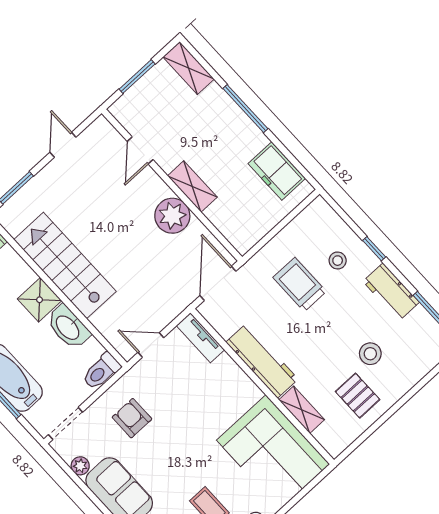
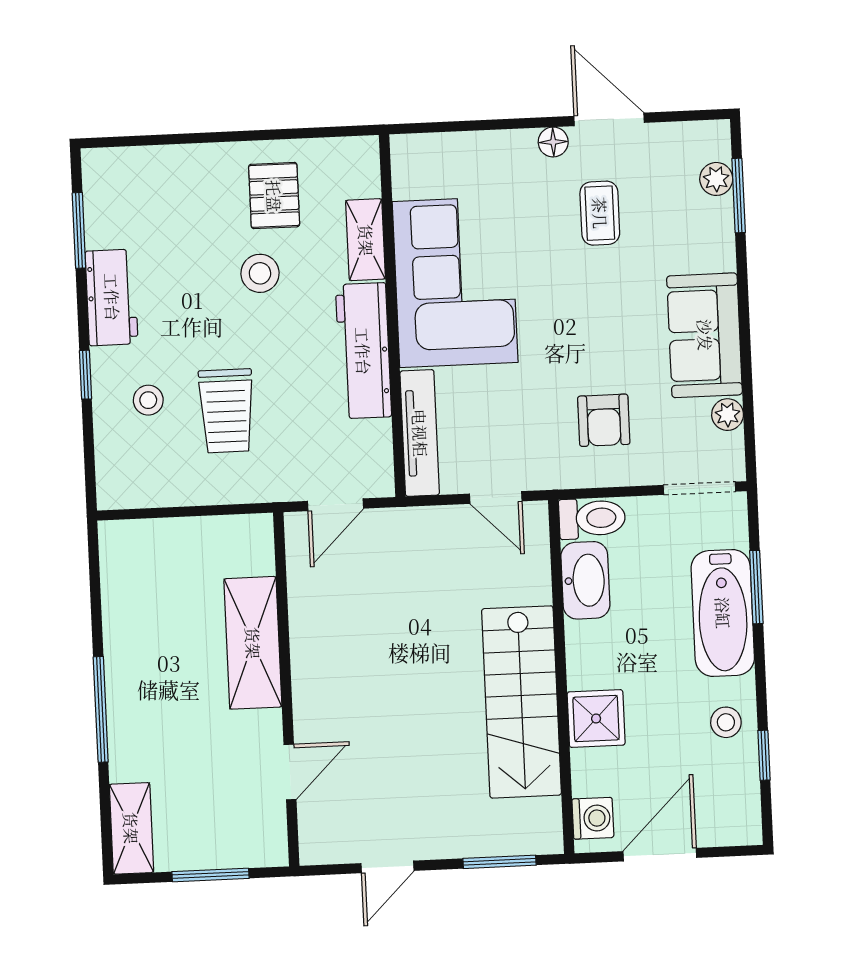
freezer: (277, 171) -> (129, 590), removed
shelving: (192, 186) -> (253, 643), width x1.50, depth x1.33
plant: (172, 216) -> (320, 648), removed
door: (218, 283) -> (336, 505), width x0.73
shower: (40, 300) -> (596, 719), moved
washbasin: (68, 327) -> (585, 580), moved
tv unit: (200, 338) -> (420, 433), width x1.41
stool: (370, 354) -> (260, 273), moved
corner sofa: (273, 452) -> (455, 282), moved

